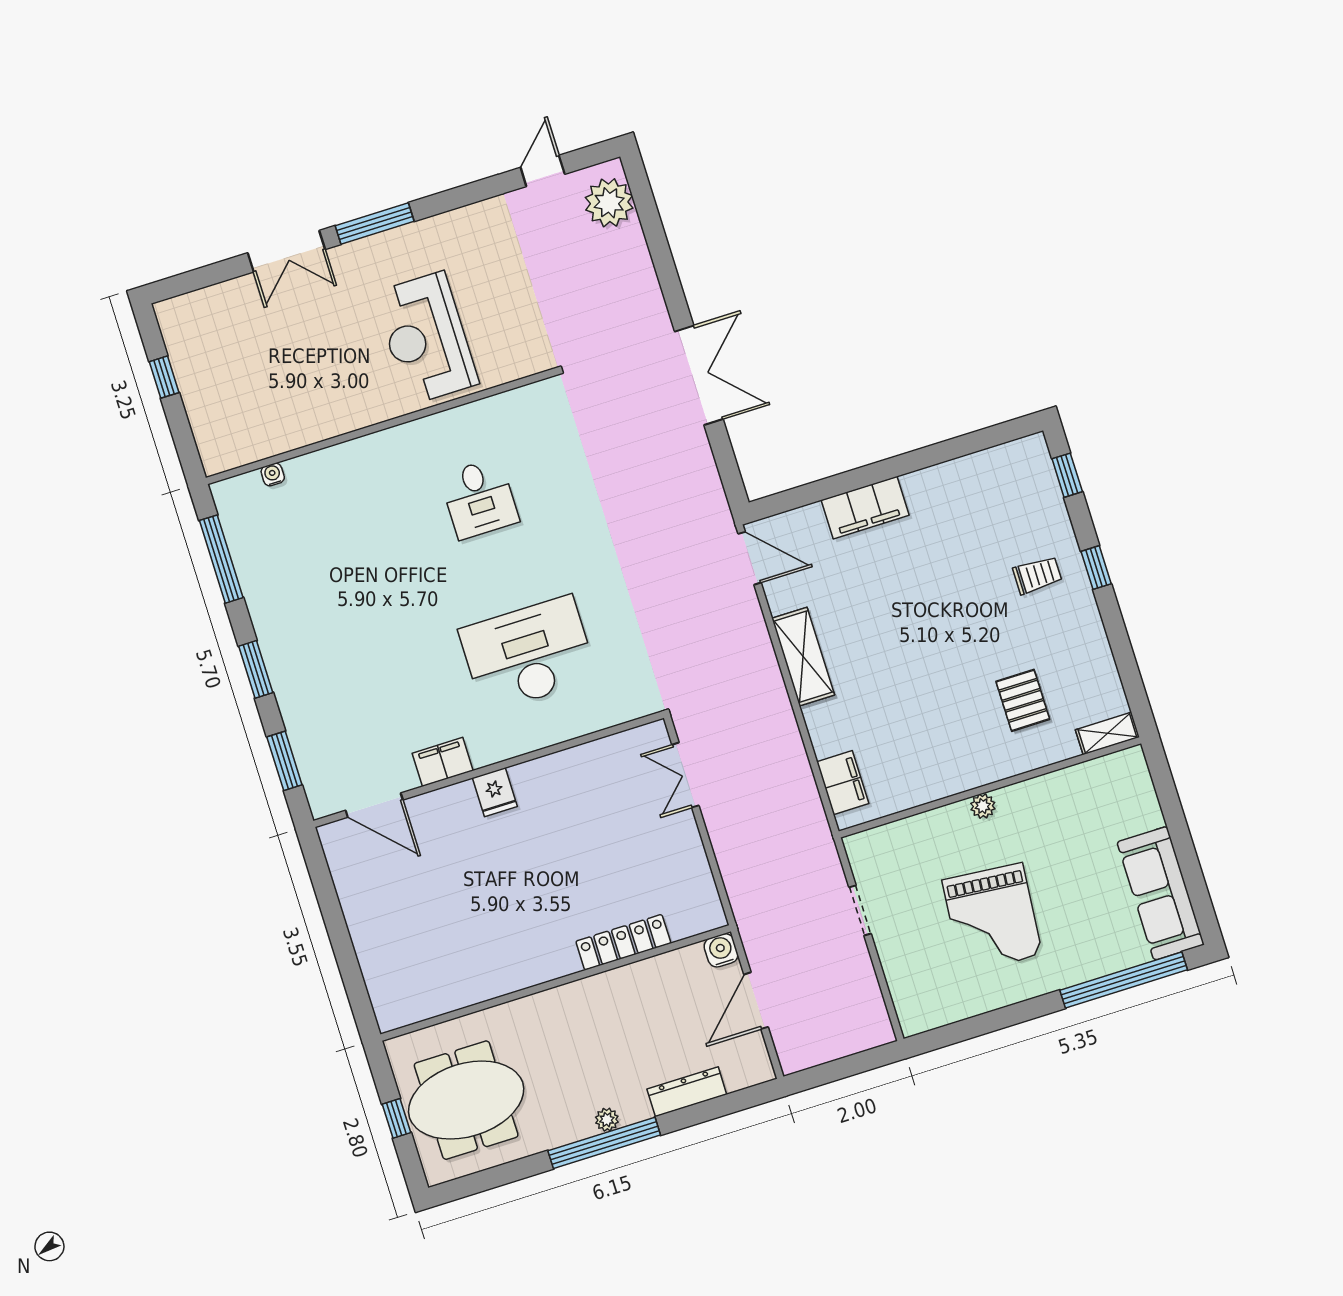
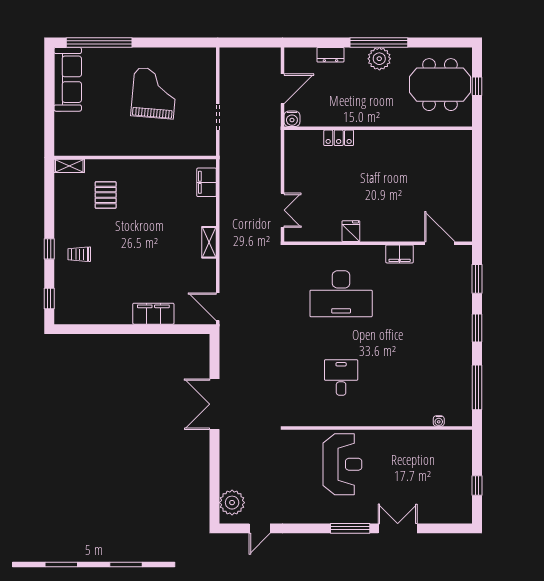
shelving: (803, 657) -> (209, 242), width x0.67, depth x0.75
fridge: (495, 792) -> (351, 231), moved
plant: (983, 806) -> (141, 149), removed
locker: (623, 942) -> (339, 138), width x0.66
dresser: (687, 1092) -> (330, 55), width x0.70
plant: (607, 1120) -> (379, 59), width x1.87, depth x1.87

